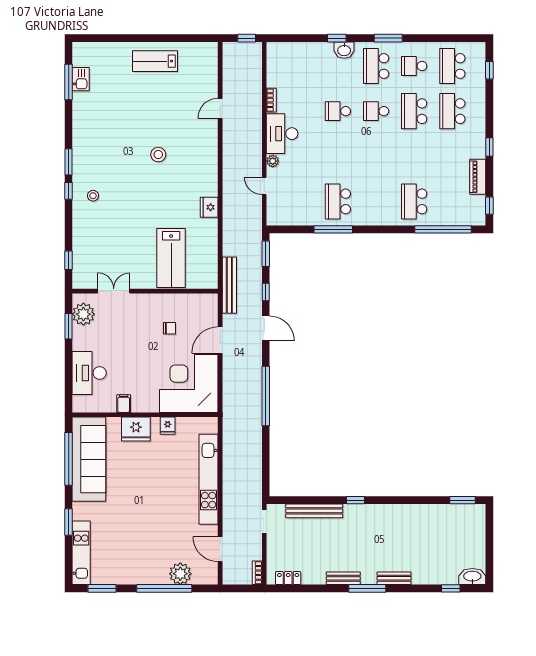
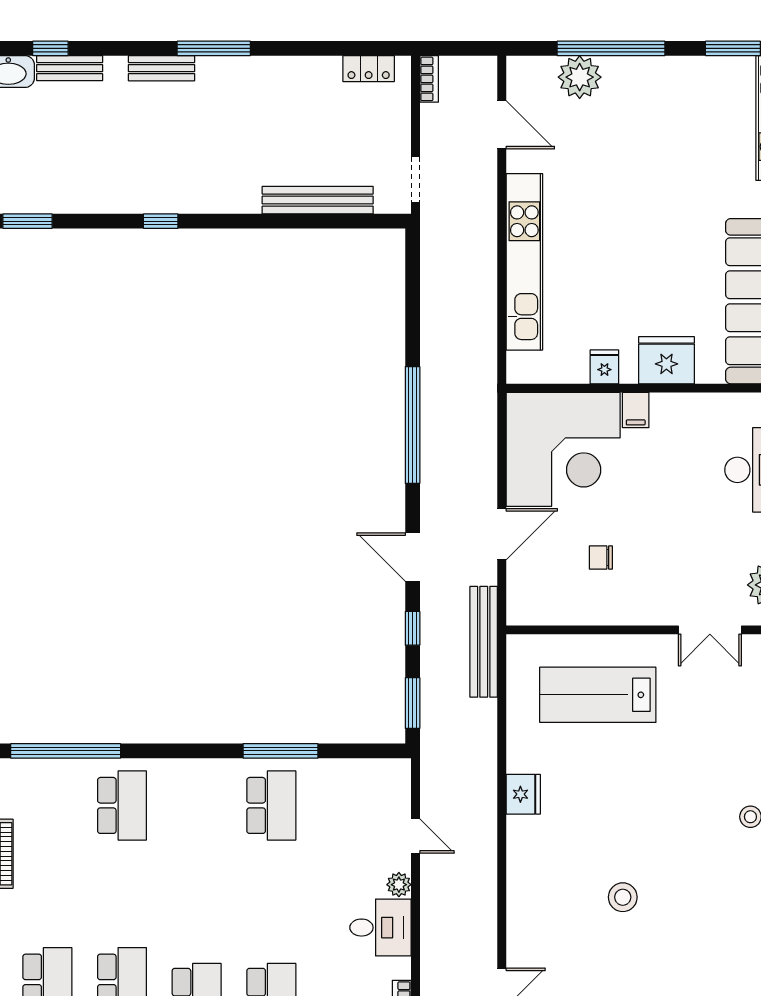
desk: (282, 134) -> (380, 928), width x0.73
lab bench: (171, 258) -> (598, 695), turned -90
filing cabinet: (124, 404) -> (636, 410), moved
window: (355, 500) -> (161, 221), moved
bench: (343, 578) -> (70, 68), moved

